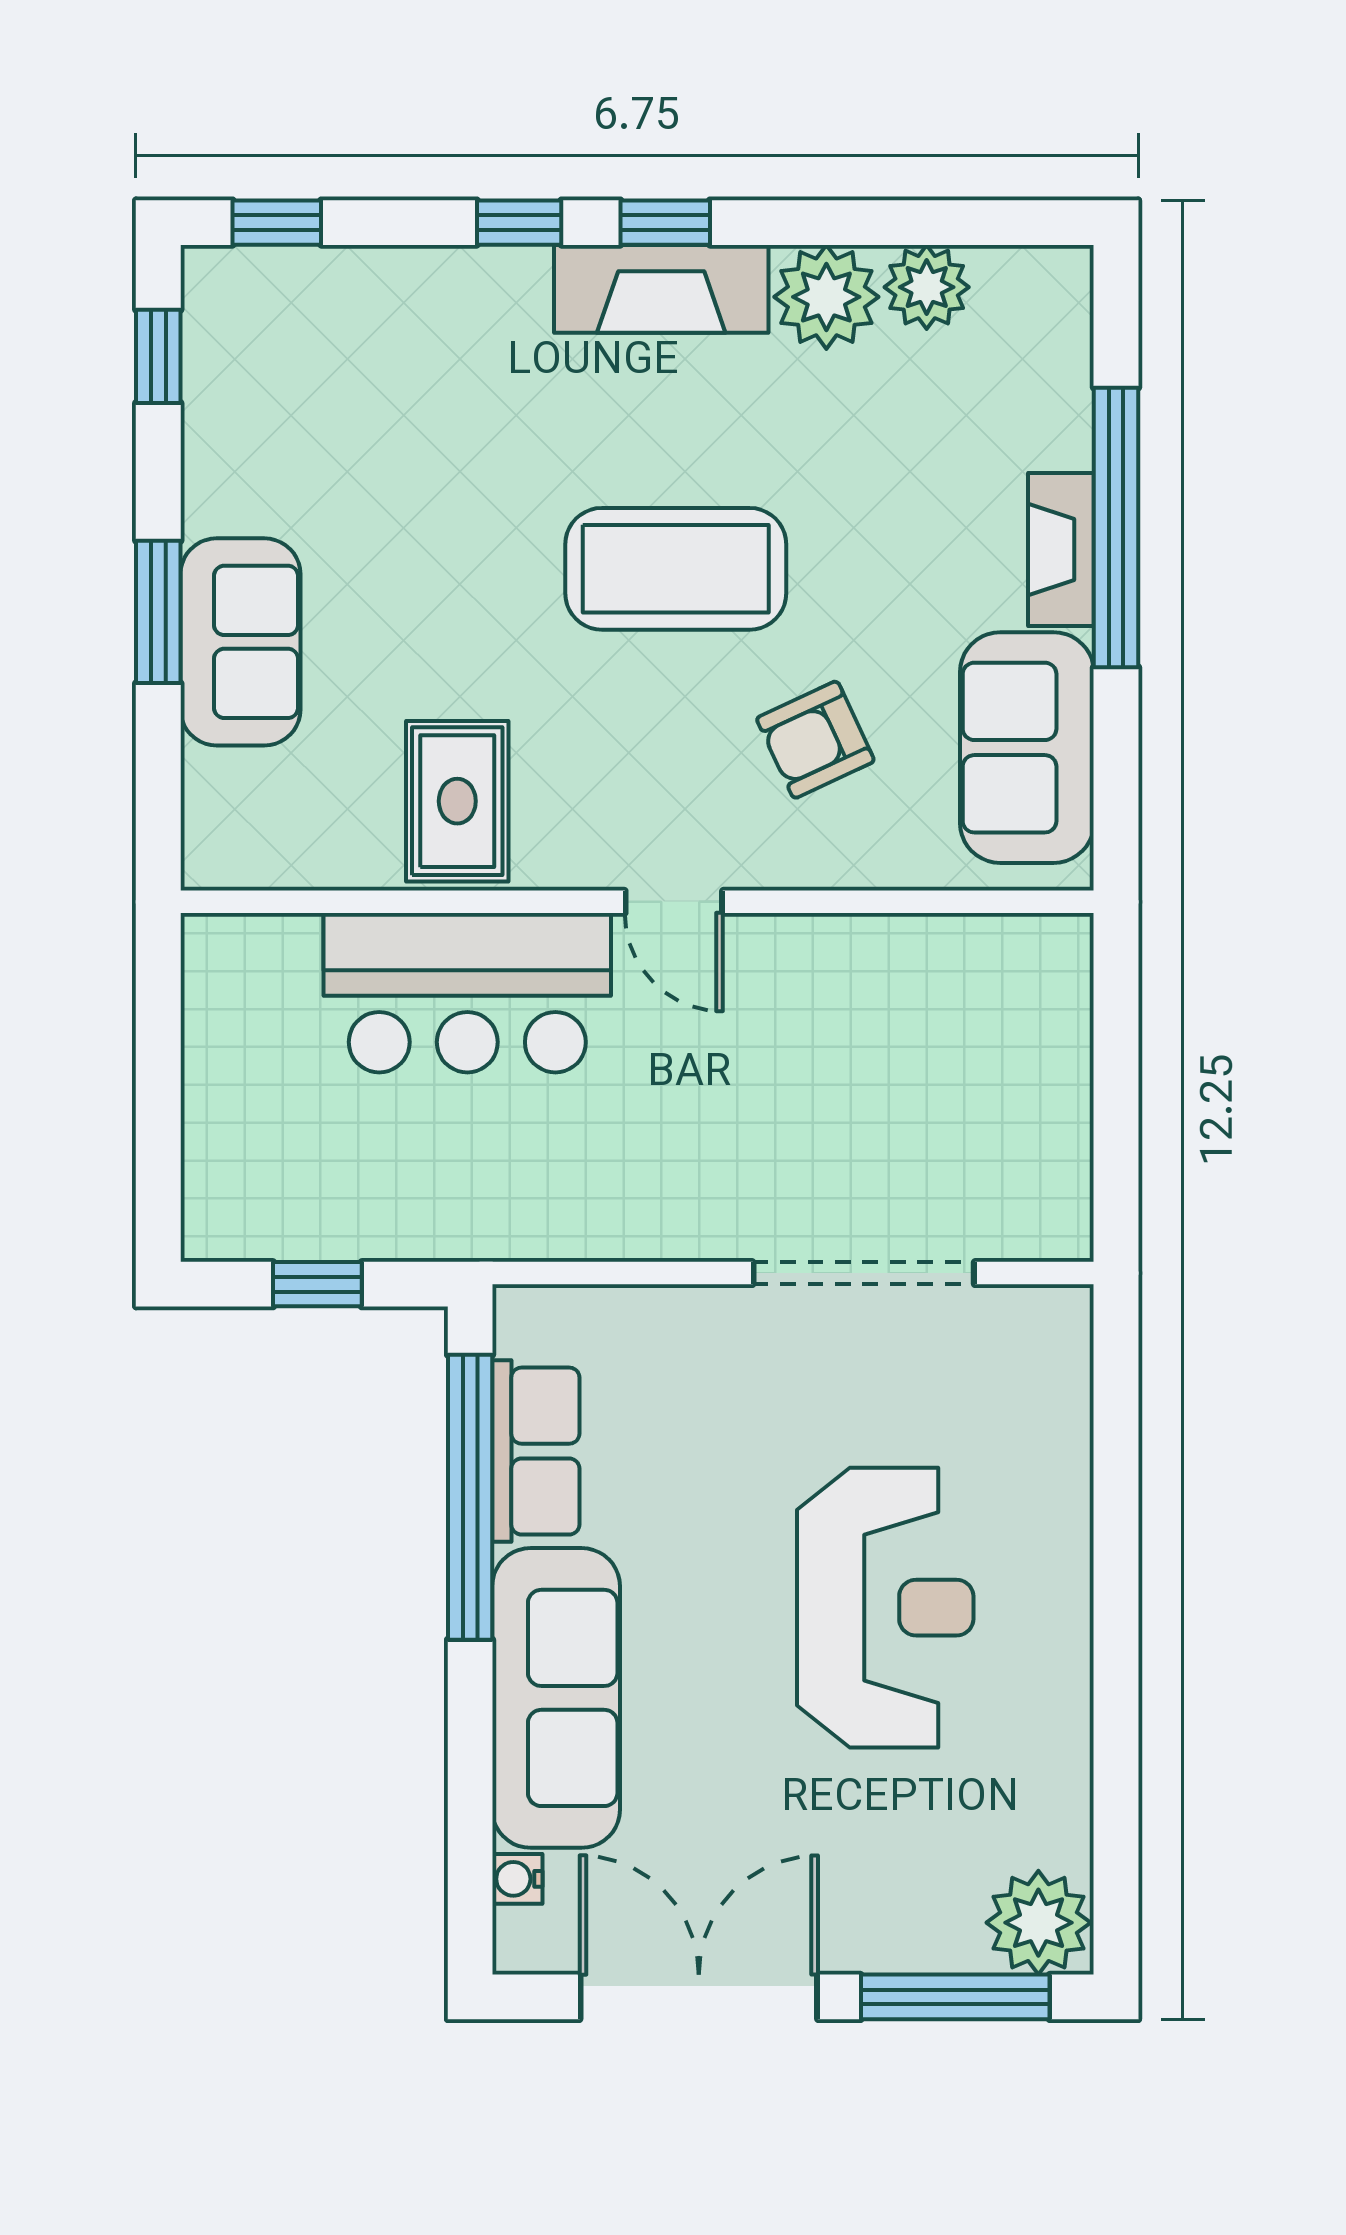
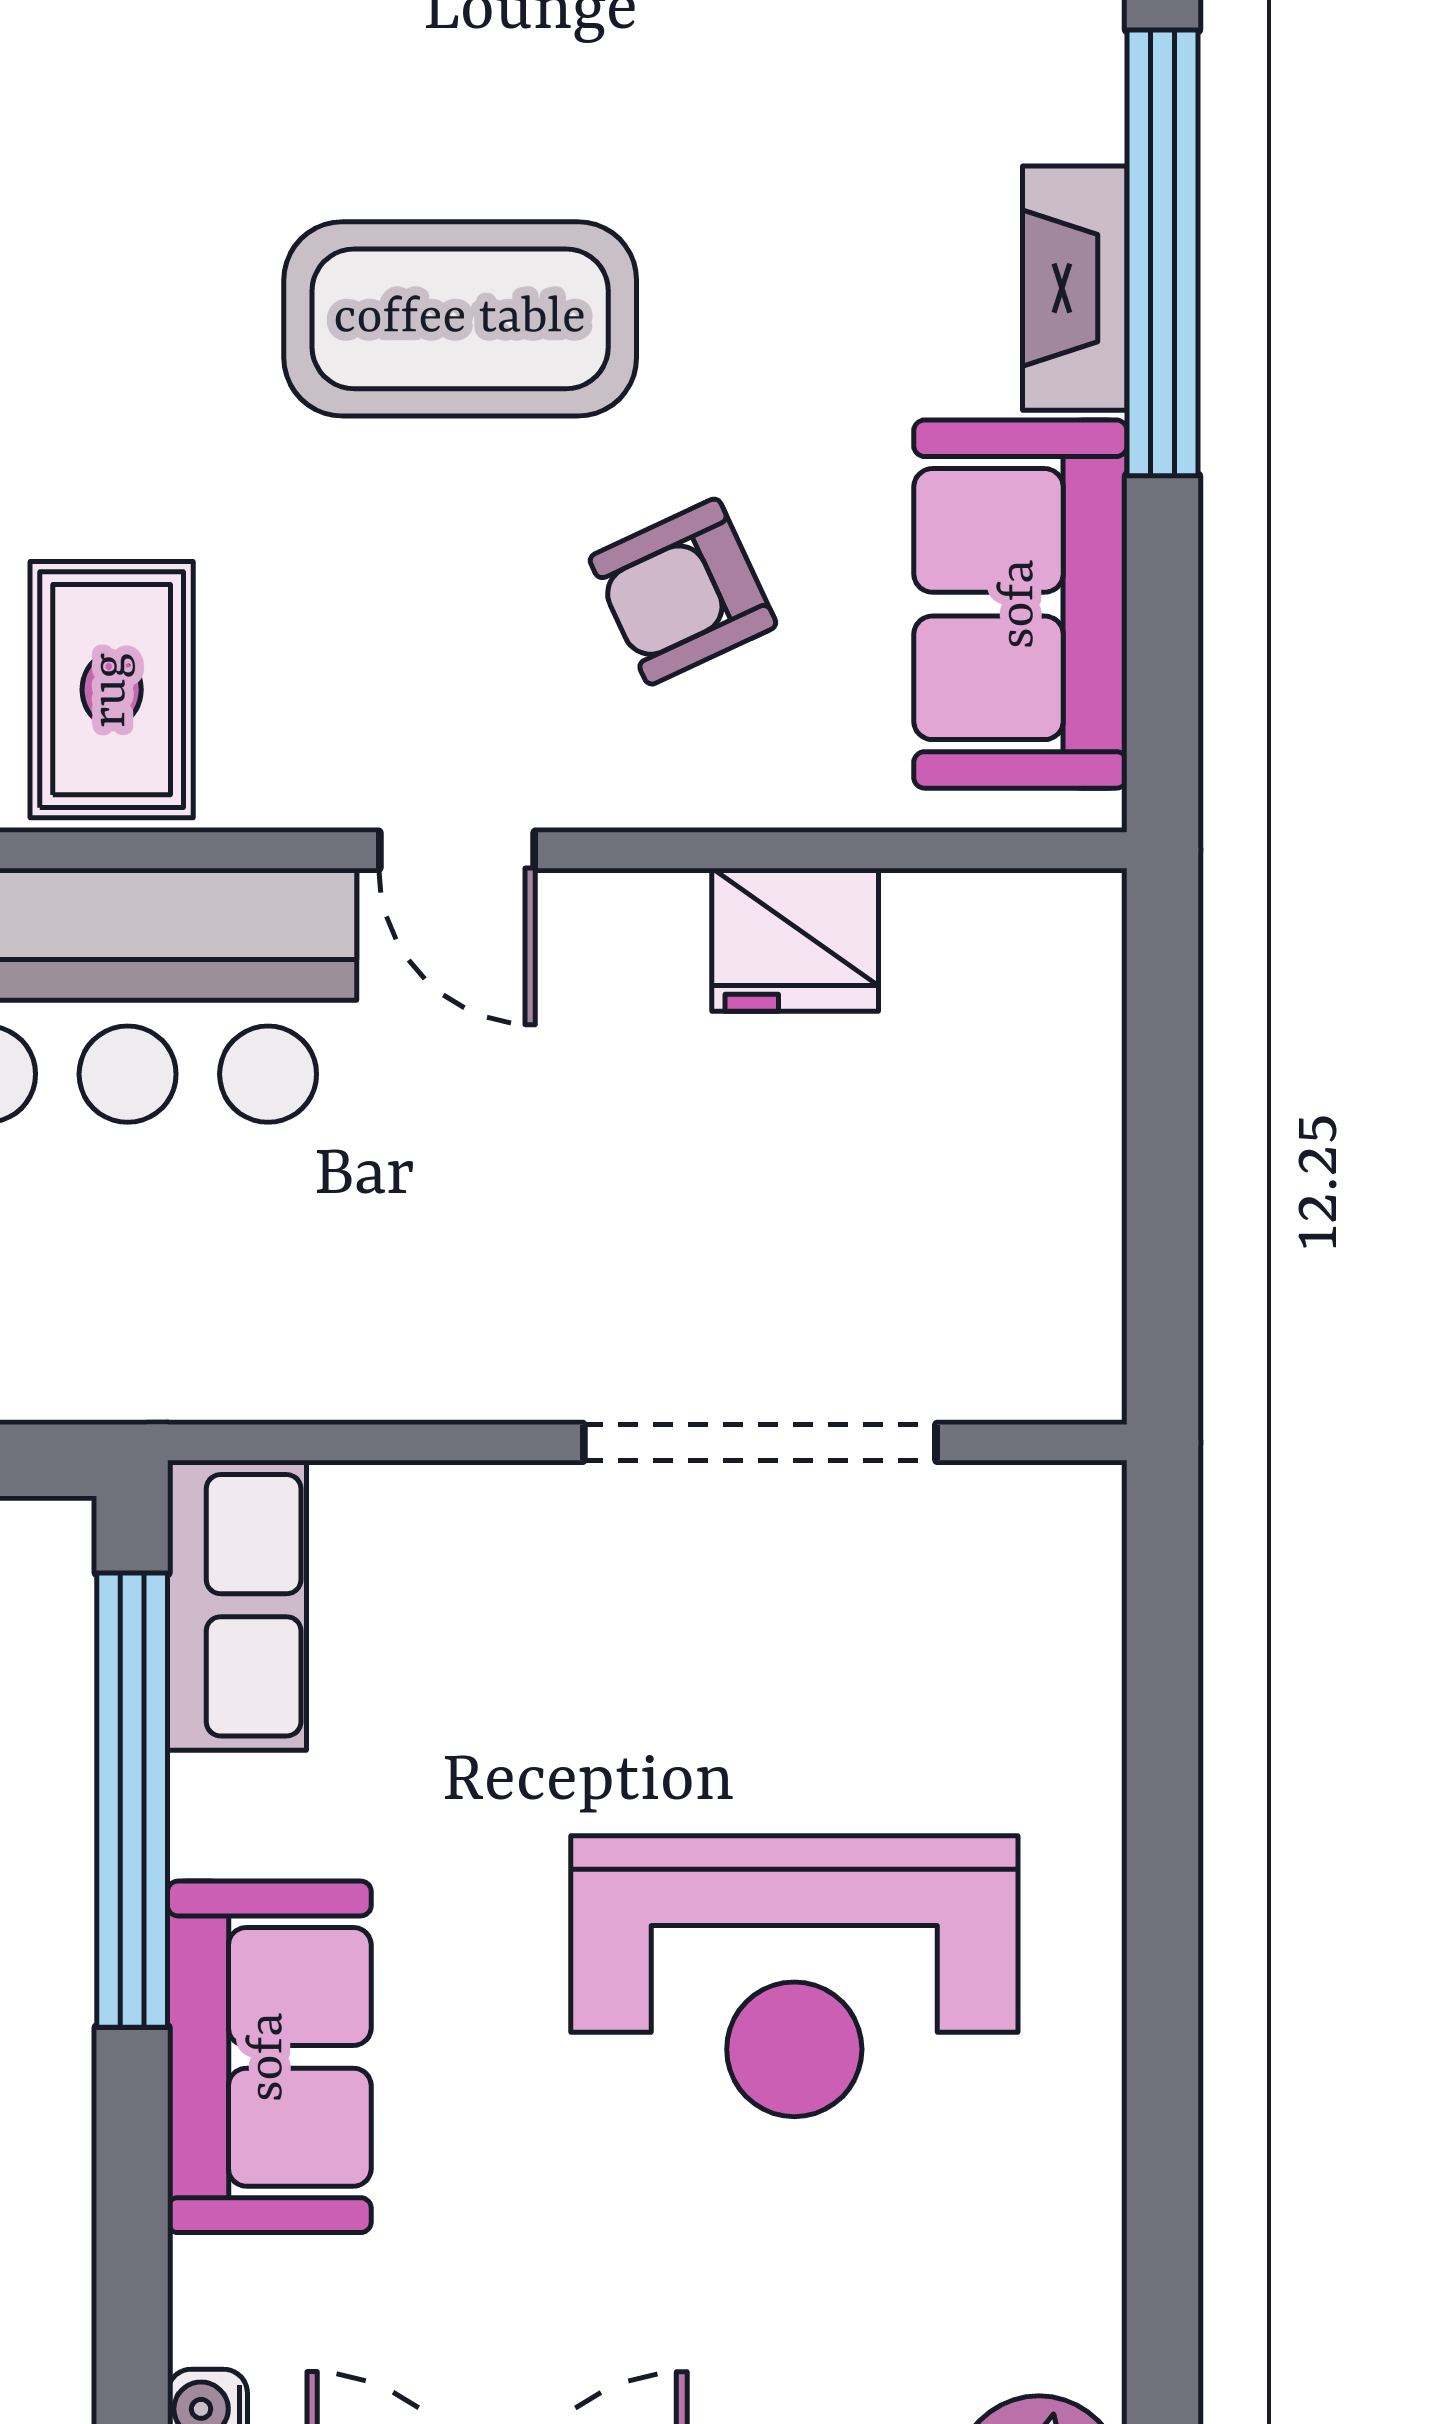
fridge: (886, 958) -> (795, 940), added
row of seats: (536, 1451) -> (237, 1605), moved
reception desk: (885, 1608) -> (794, 1976), turned 90
sofa: (556, 1698) -> (269, 2057), width x0.73

